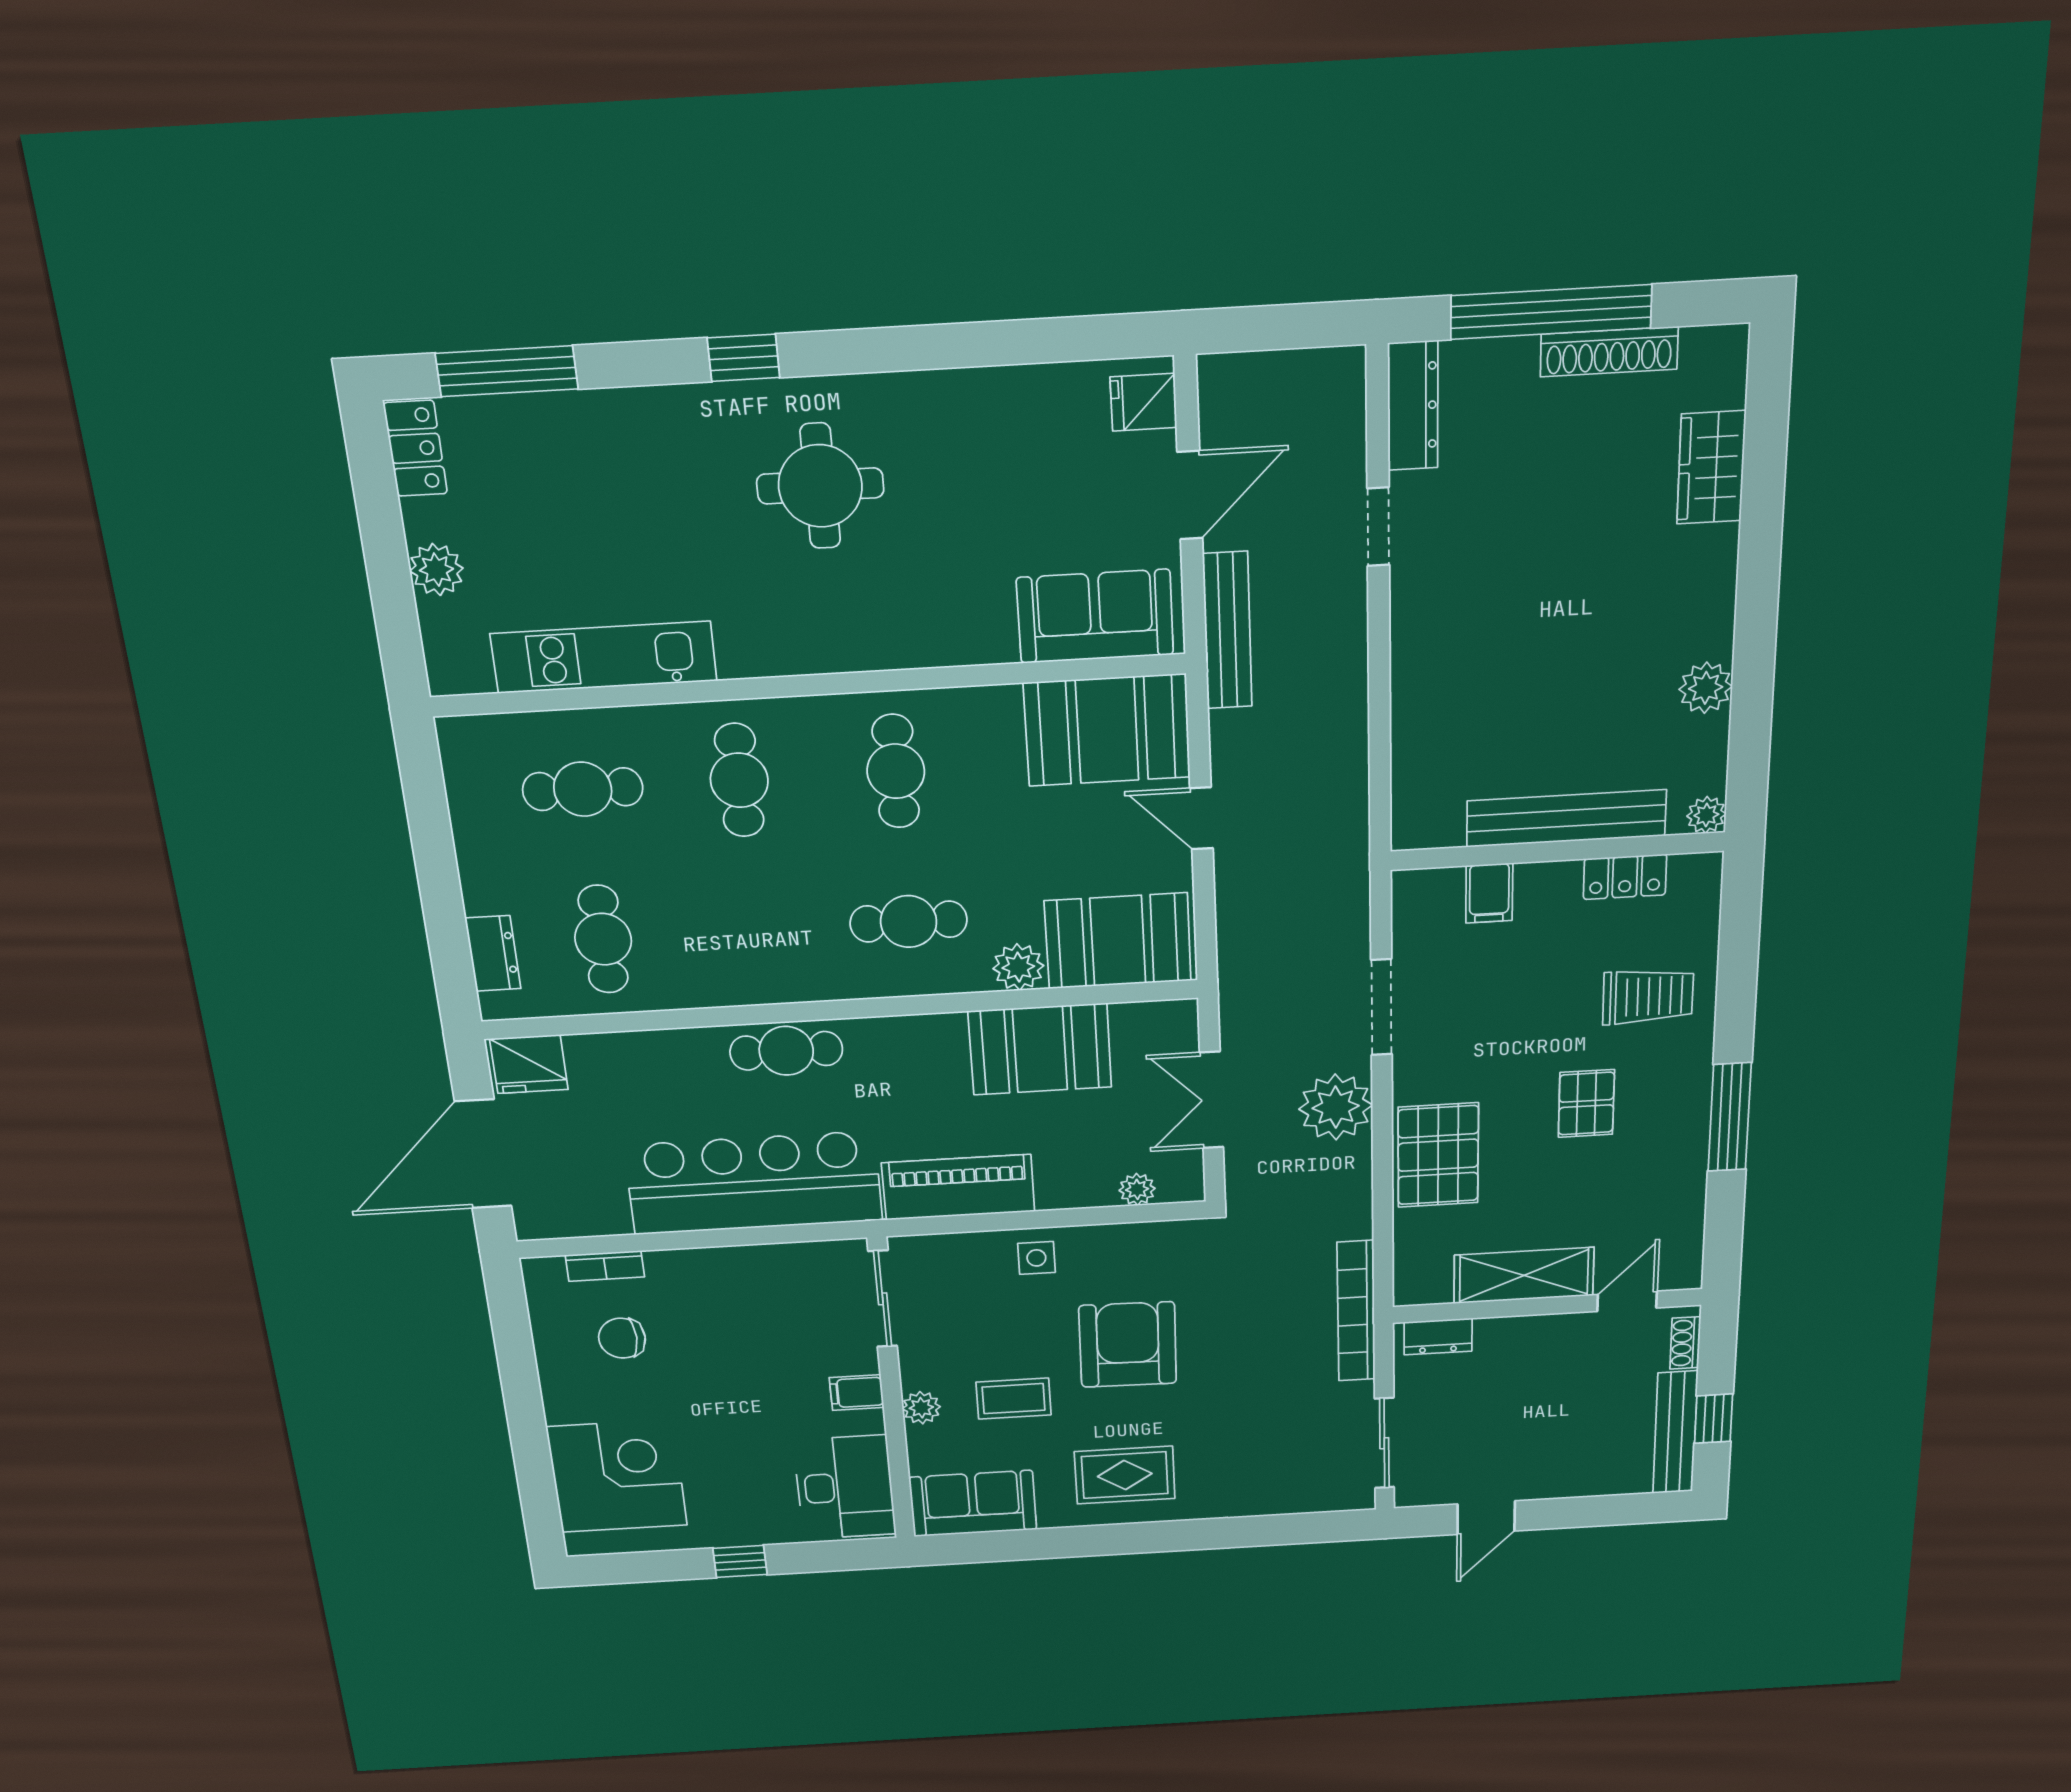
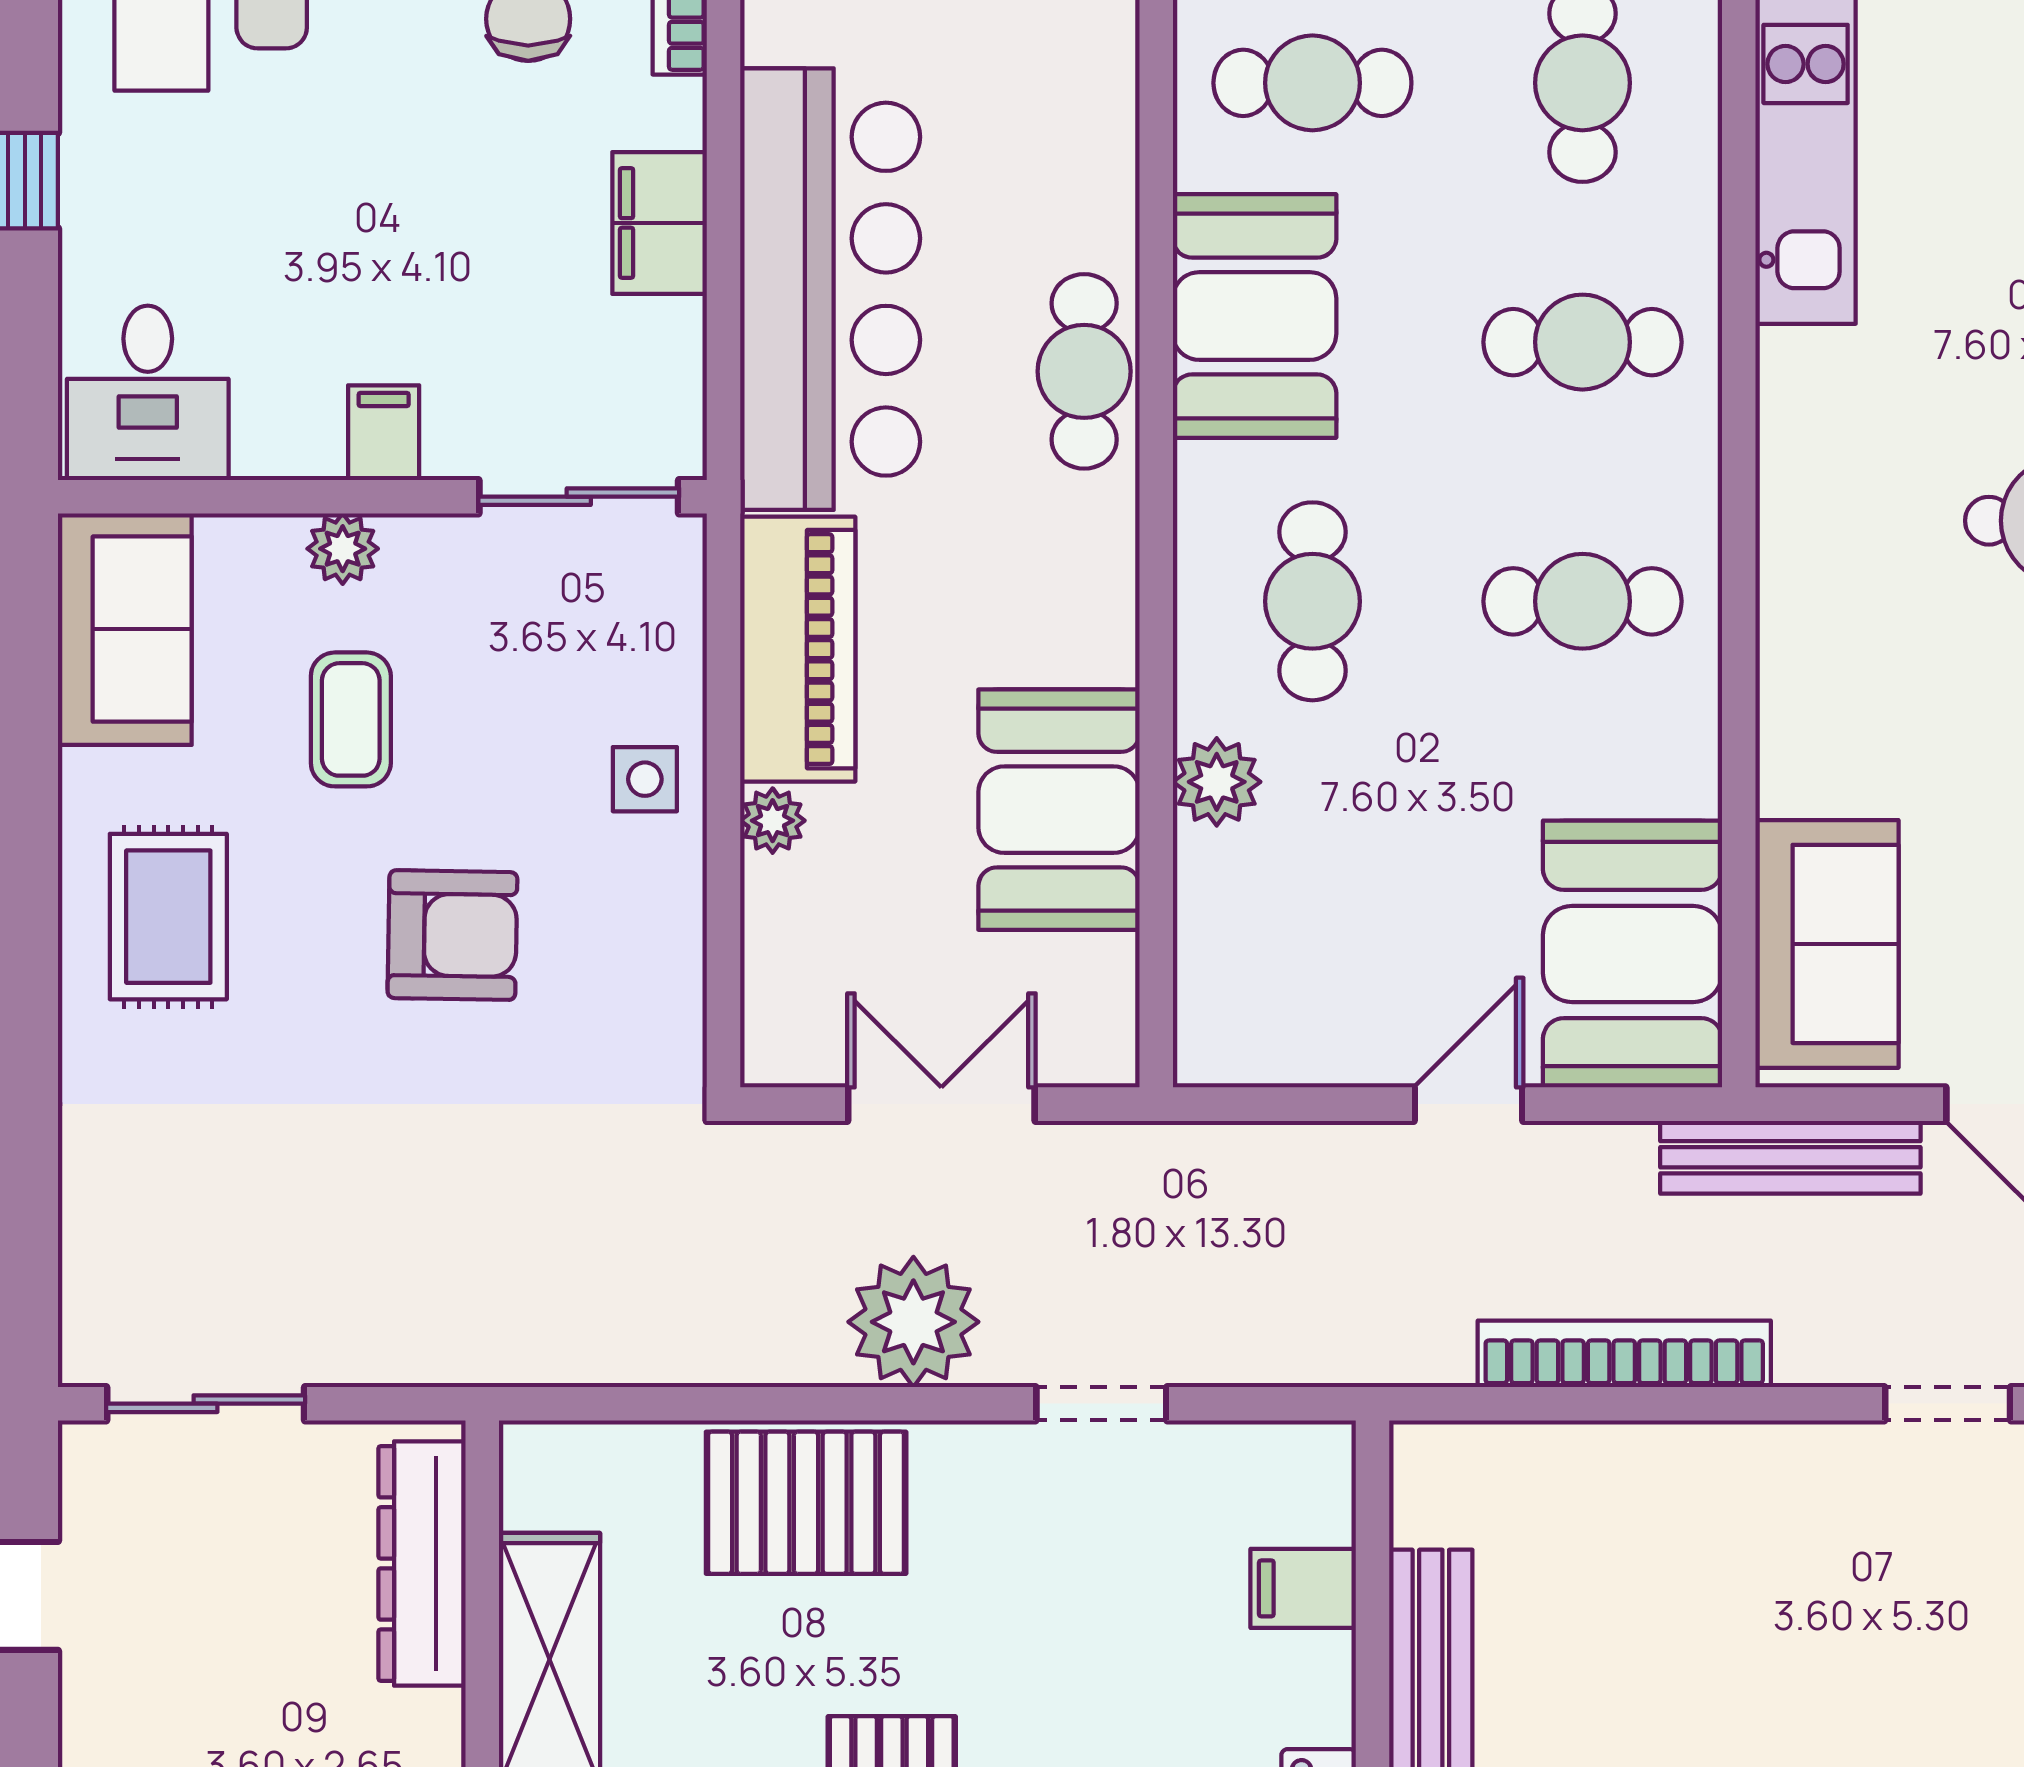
booth: (1118, 941) -> (1255, 316), moved
doorway: (1381, 1007) -> (1101, 1404), width x0.73
plant: (1137, 1189) -> (773, 821), moved
filing cabinet: (727, 1269) -> (660, 223), added
bookcase: (1356, 1311) -> (1624, 1354), moved
dresser: (1438, 1337) -> (422, 1563), width x1.96, depth x1.24
armchair: (1128, 1345) -> (452, 935), width x0.73, depth x0.73
desk: (845, 1487) -> (148, 393), width x0.73

